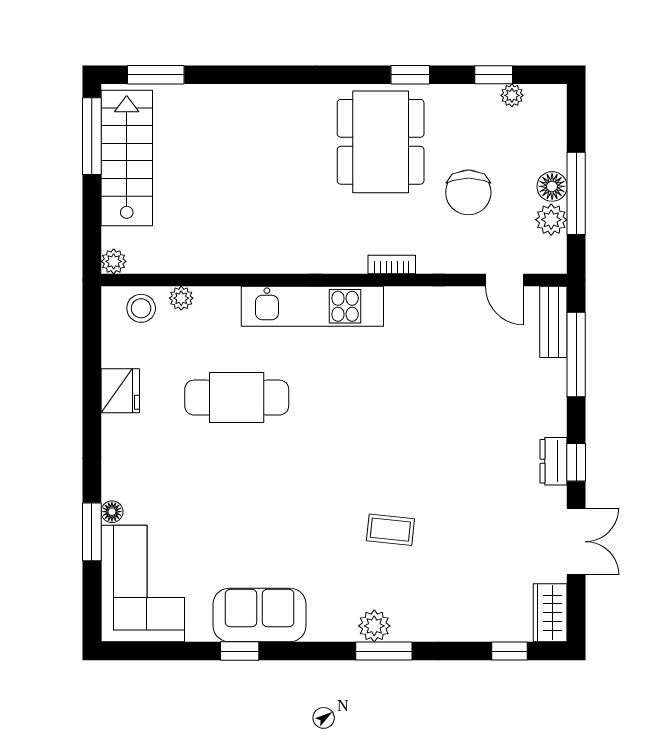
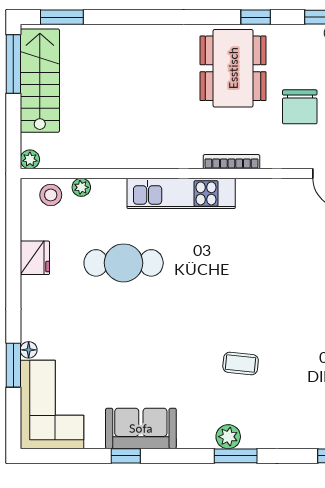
bookcase: (392, 265) -> (231, 162), width x1.56

